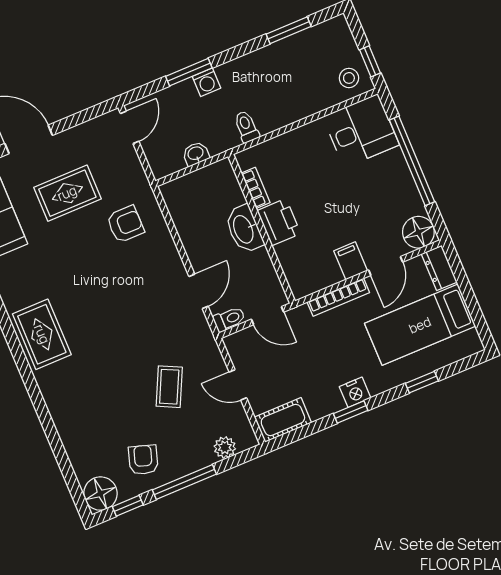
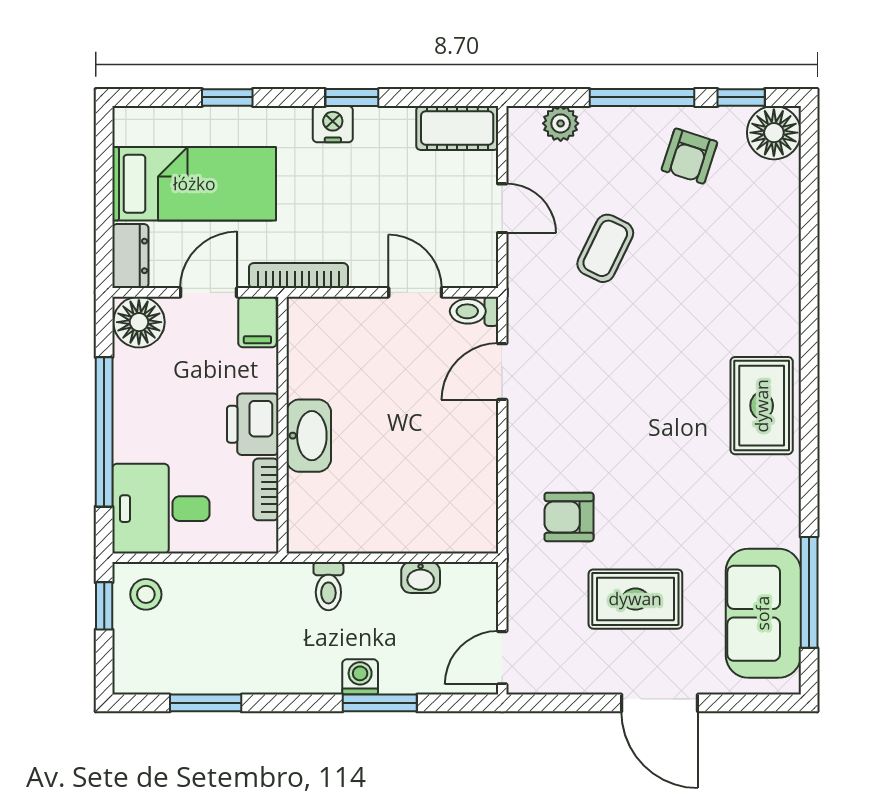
bookcase: (256, 188) -> (266, 489), moved
printer: (279, 222) -> (253, 424), moved
washbasin: (244, 229) -> (309, 436), moved
wall: (262, 229) -> (282, 425), moved

